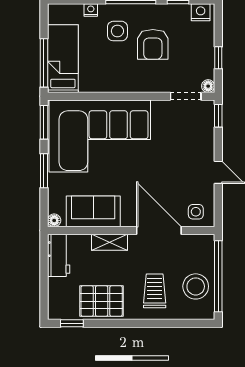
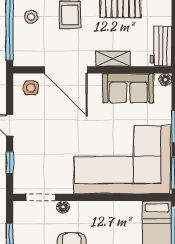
floor lamp: (208, 86) -> (63, 207), moved
window: (218, 116) -> (10, 163), moved
stool: (196, 286) -> (31, 17), width x0.53, depth x0.53

